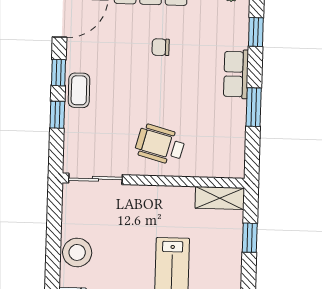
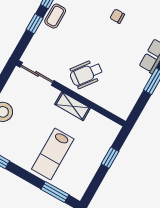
wheelchair: (160, 145) -> (86, 74), turned -68
shelving: (220, 198) -> (72, 106), moved

